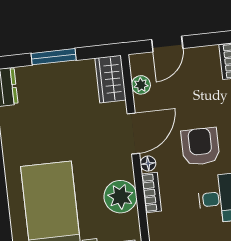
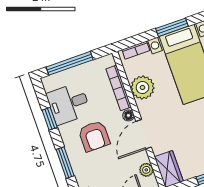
bookcase: (151, 193) -> (119, 88), width x1.56

